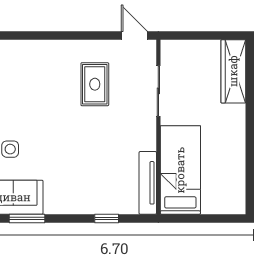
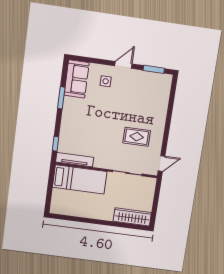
window: (27, 218) -> (61, 98), moved
window: (107, 218) -> (55, 144), moved

